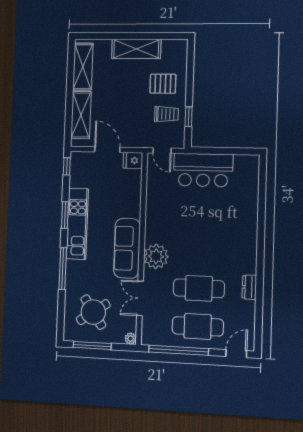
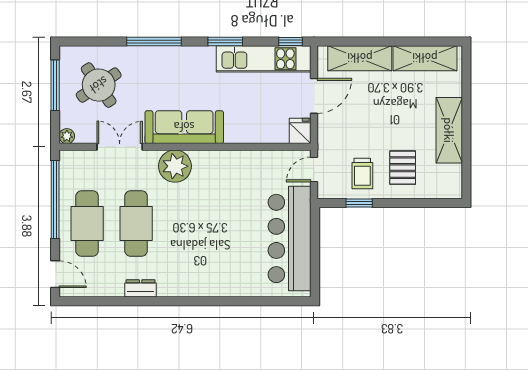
bar counter: (203, 170) -> (290, 238), width x1.36
kitchen unit: (77, 224) -> (264, 59), moved

